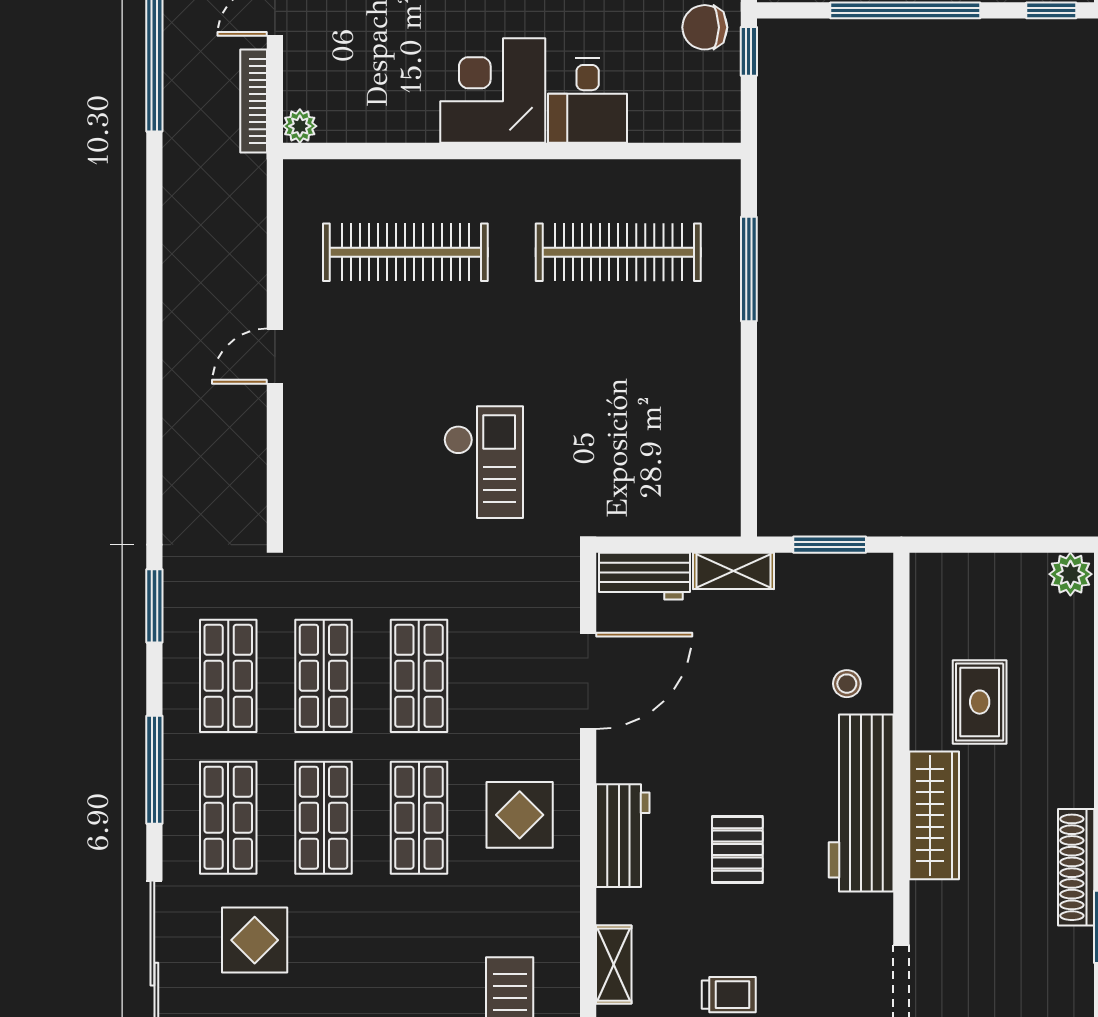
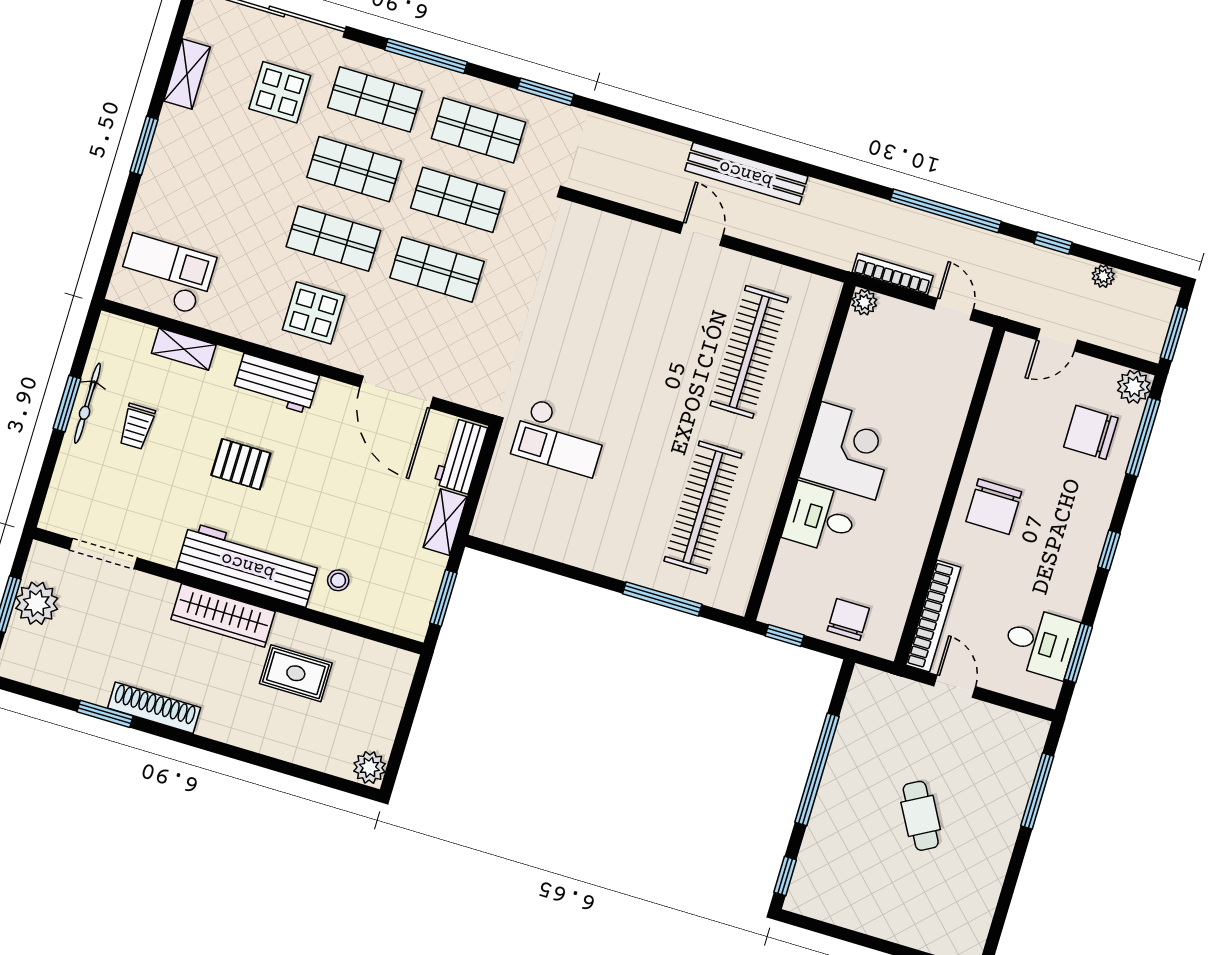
window: (749, 51) -> (785, 635), moved
bench: (182, 323) -> (746, 173), added
checkout: (483, 462) -> (560, 437), moved

